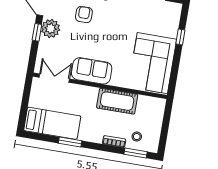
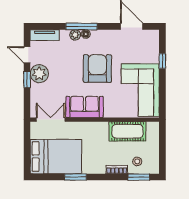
armchair: (84, 15) -> (97, 68), moved, width x1.88, depth x1.88
cot: (117, 101) -> (127, 131), moved
bed: (52, 123) -> (56, 157), width x1.50

